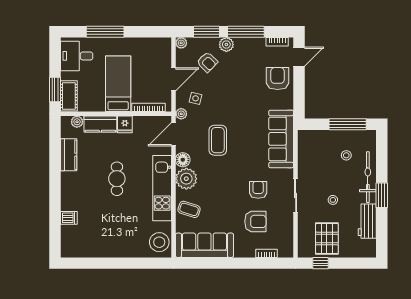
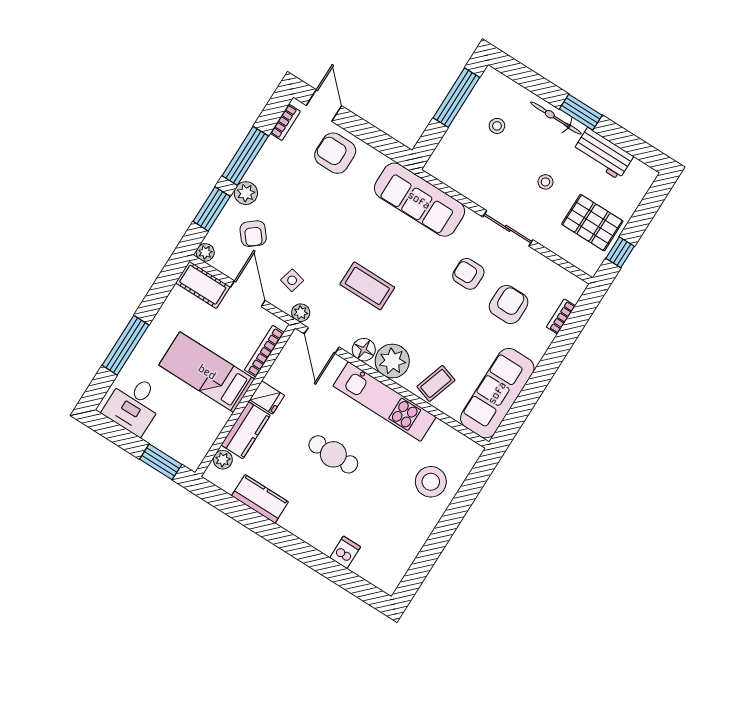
armchair: (207, 62) -> (253, 234), turned 97
cot: (69, 96) -> (203, 285), moved
bicycle: (368, 177) -> (556, 118), width x0.73, depth x0.71
stool: (159, 242) -> (431, 482), moved

